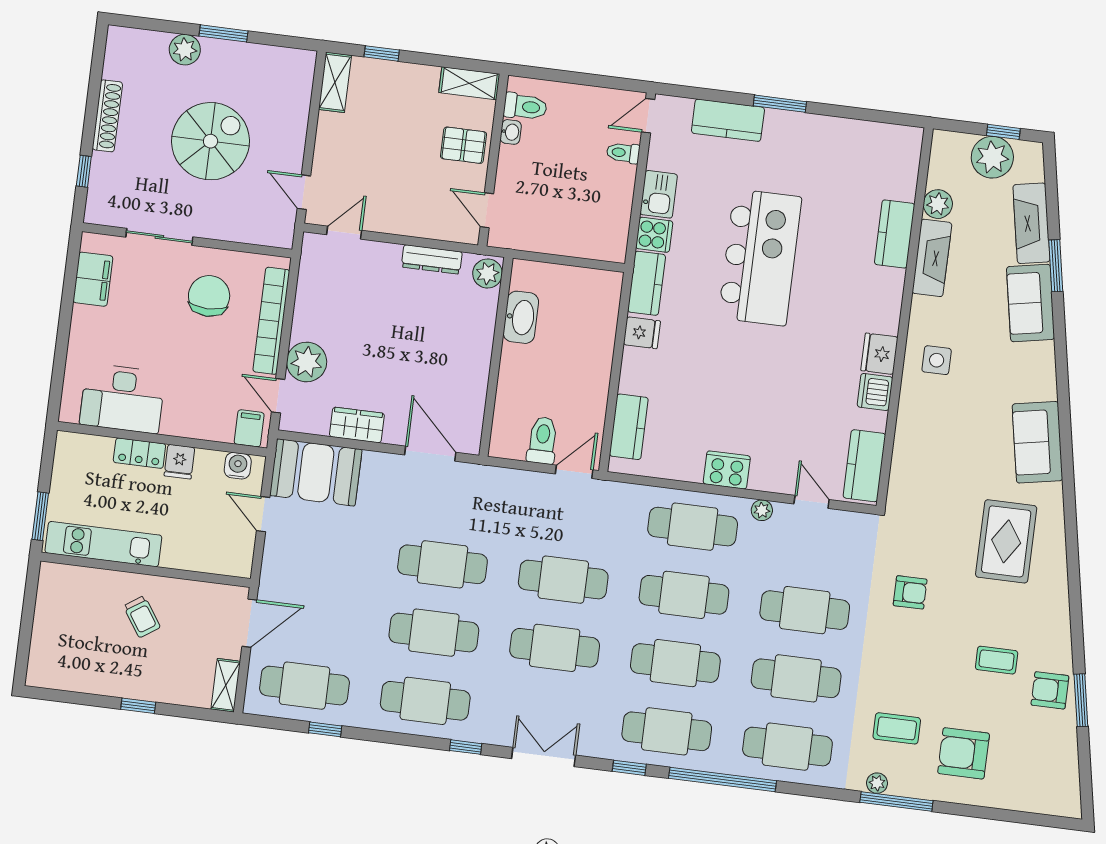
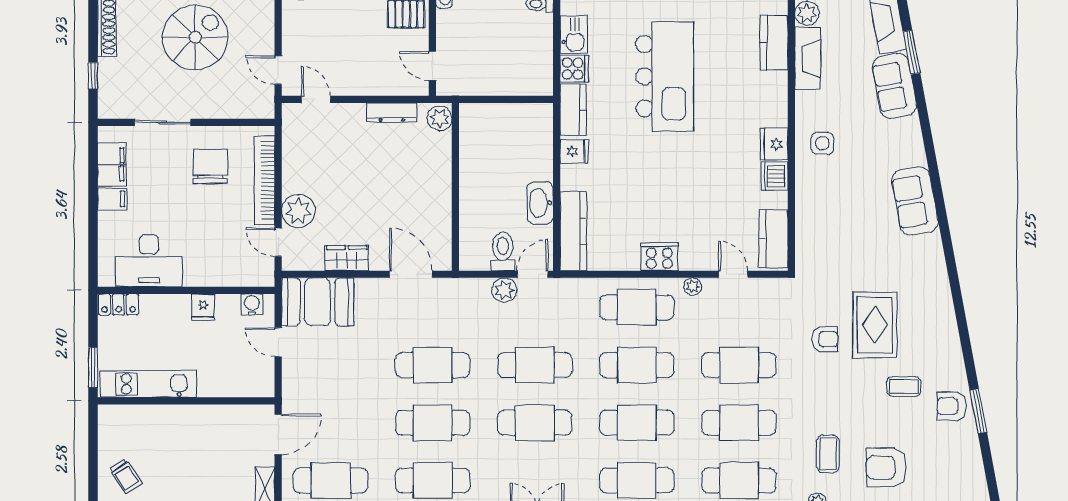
door: (344, 233) -> (316, 99), hinge flipped
washbasin: (521, 317) -> (540, 203), moved, turned 180
kitchen counter: (629, 427) -> (573, 231), width x1.50
filing cabinet: (249, 428) -> (112, 199), moved, turned 90
locker: (139, 453) -> (119, 304), moved
plant: (538, 486) -> (504, 290), added
rug: (1006, 541) -> (875, 325), moved
trolley: (142, 617) -> (125, 476), moved
coffee table: (897, 728) -> (828, 454), turned 90

